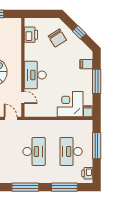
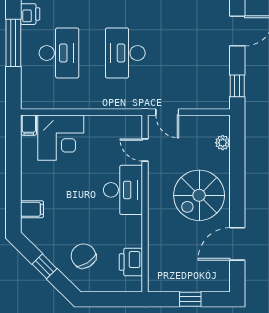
window: (97, 81) -> (13, 178), removed
window: (97, 146) -> (13, 43), moved

